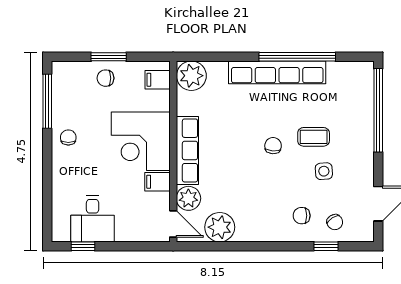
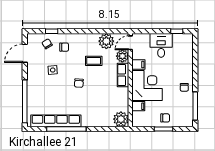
row of seats: (277, 72) -> (56, 121), moved
filing cabinet: (158, 80) -> (138, 106), moved
coffee table: (314, 137) -> (94, 61), moved
row of seats: (187, 150) -> (123, 75), width x0.68
desk: (93, 219) -> (161, 45), moved
door: (173, 224) -> (130, 43), hinge flipped

